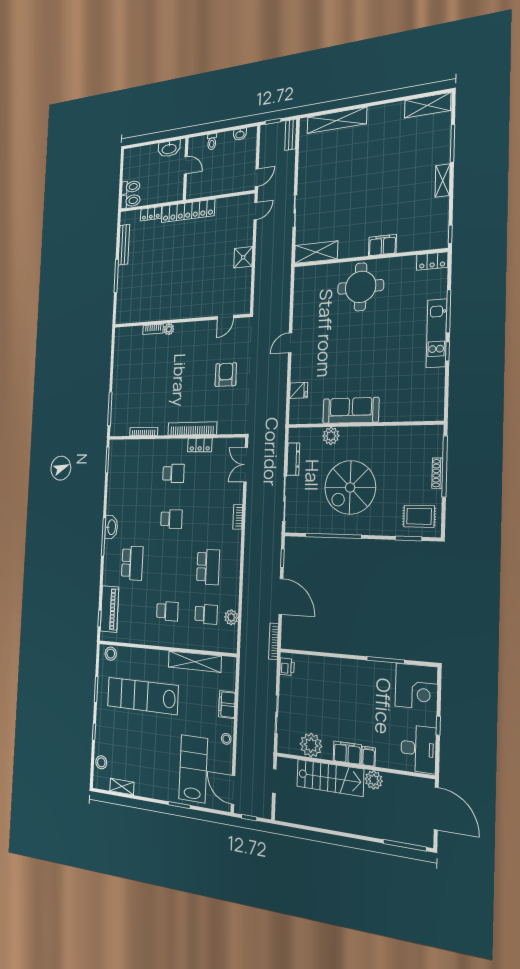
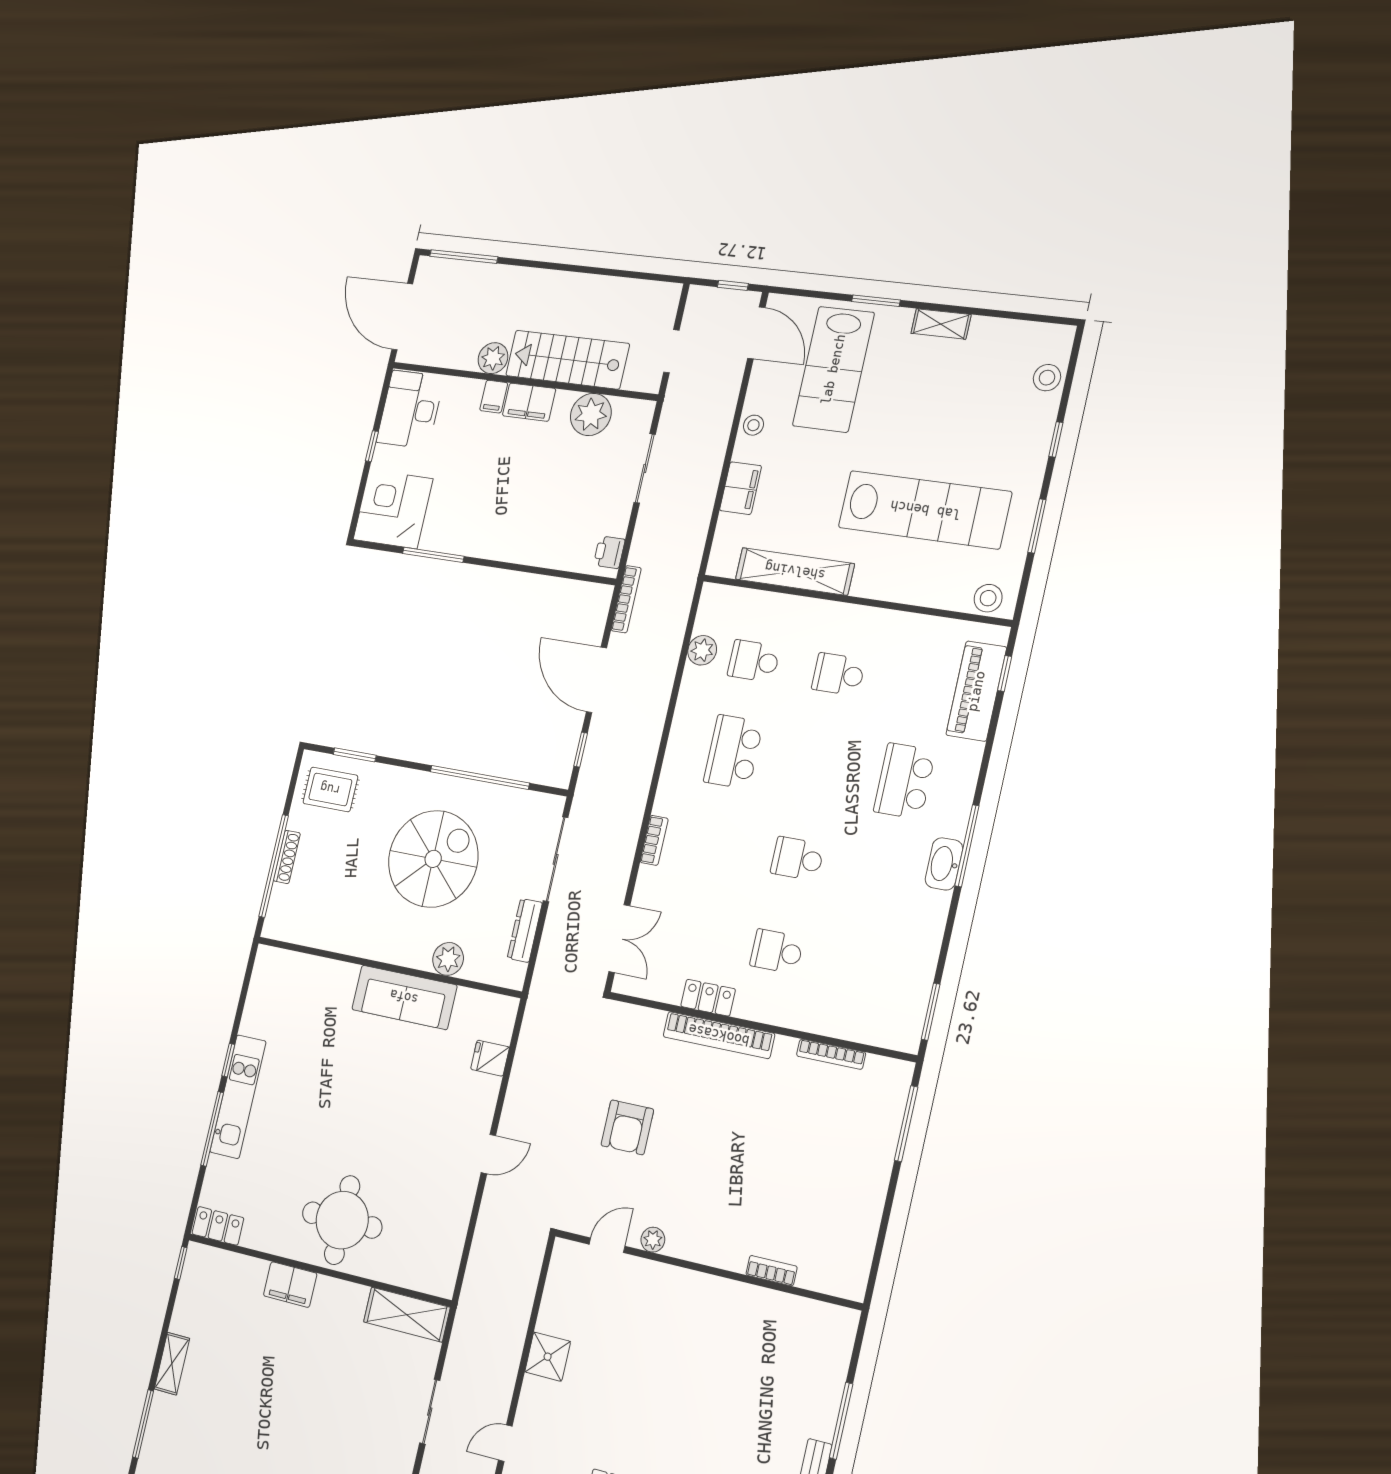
plant: (169, 329) -> (653, 1240), moved
shelving: (122, 787) -> (941, 324), moved

